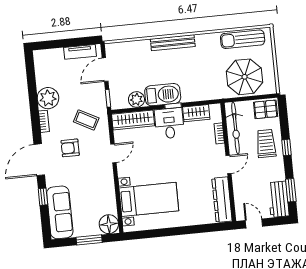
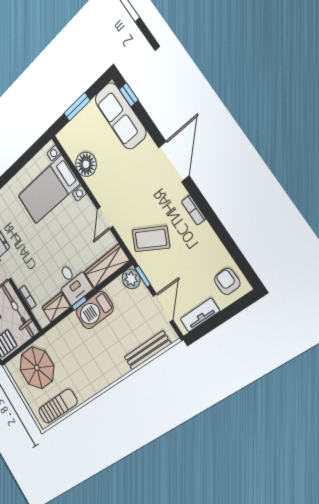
bench: (173, 43) -> (147, 350), moved
plant: (48, 98) -> (204, 240), removed
plant: (136, 99) -> (131, 279), moved
coffee table: (86, 120) -> (151, 239), width x1.36, depth x1.30
armchair: (70, 148) -> (227, 281), moved, turned -92
window: (43, 197) -> (129, 95), moved
floor lamp: (109, 224) -> (86, 164), moved

